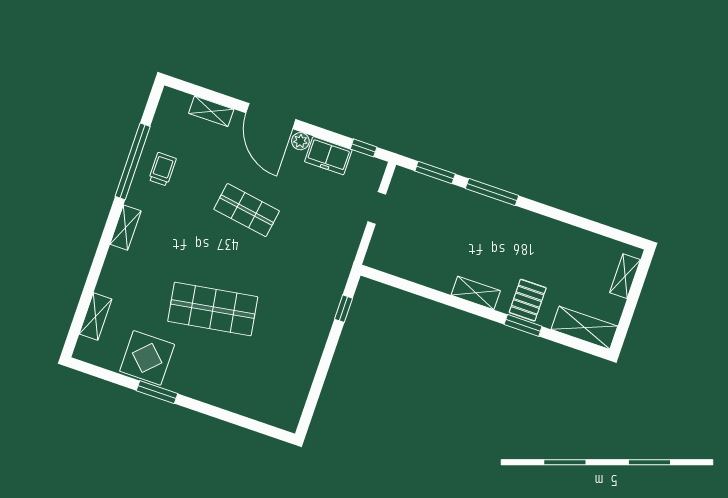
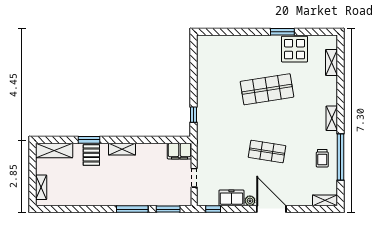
shelving: (211, 111) -> (325, 200), moved
filing cabinet: (385, 258) -> (180, 151), added

